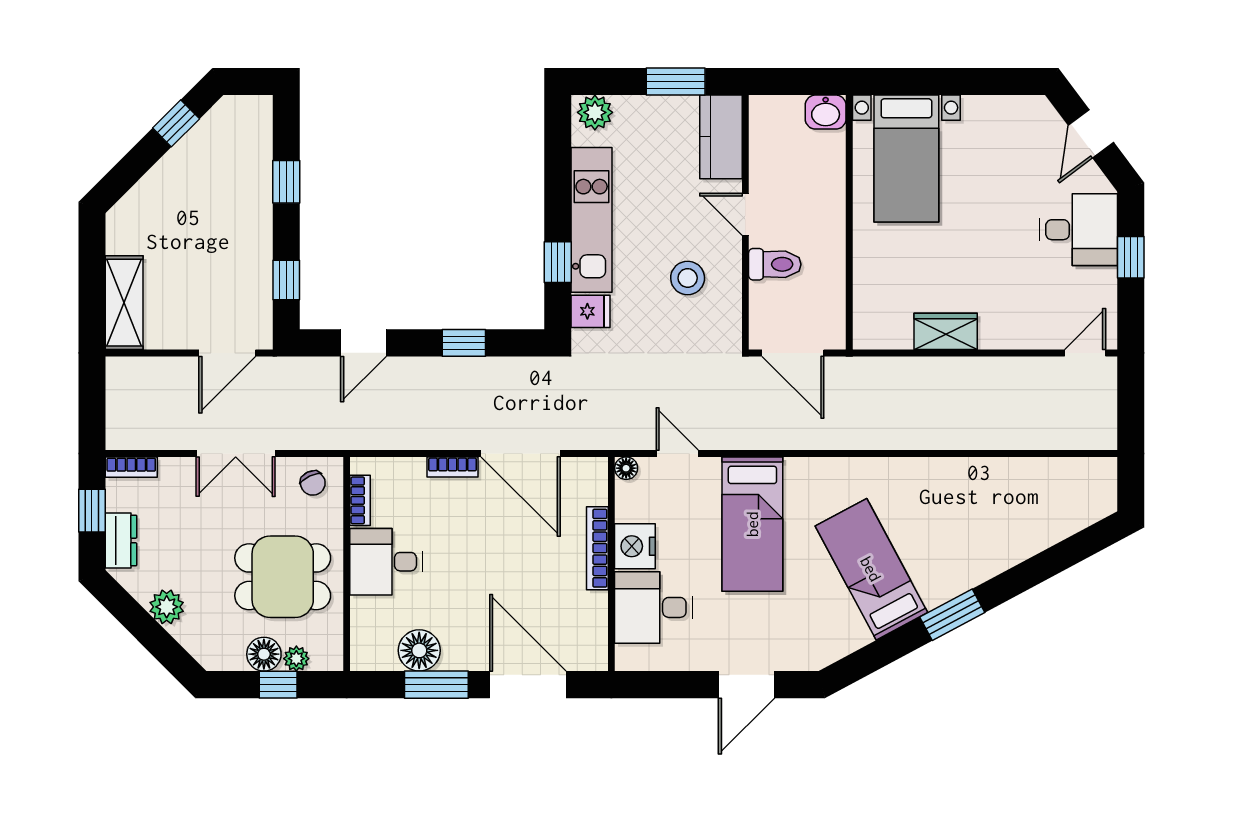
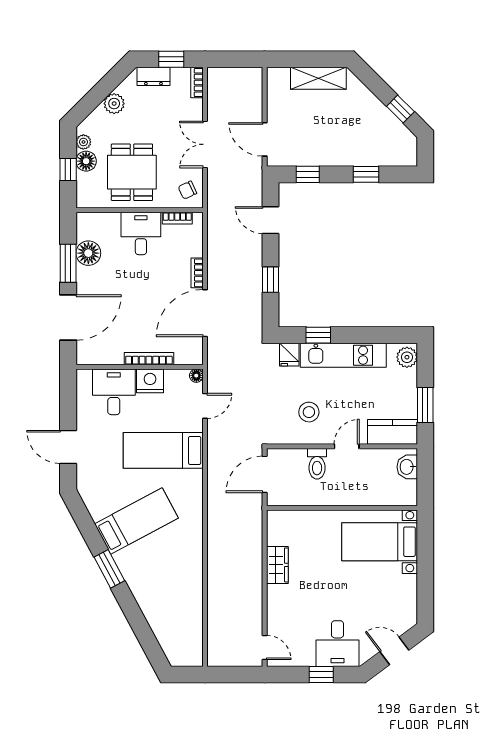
washbasin: (826, 112) -> (407, 467), moved
shelving: (124, 303) -> (318, 78), moved
plant: (296, 659) -> (83, 142), moved

